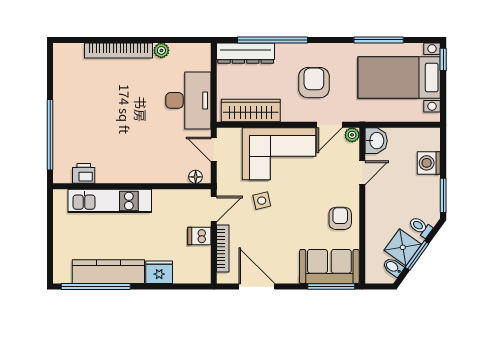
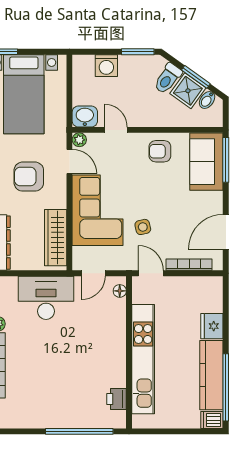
kitchen unit: (110, 201) -> (143, 359), width x1.36
toilet: (420, 227) -> (168, 78), width x1.37, depth x1.39
dishwasher: (199, 236) -> (212, 420), moved, turned 90

